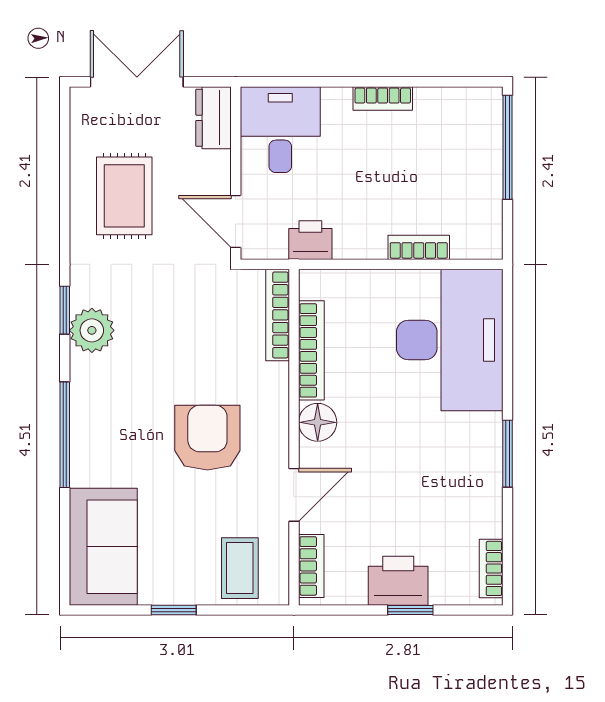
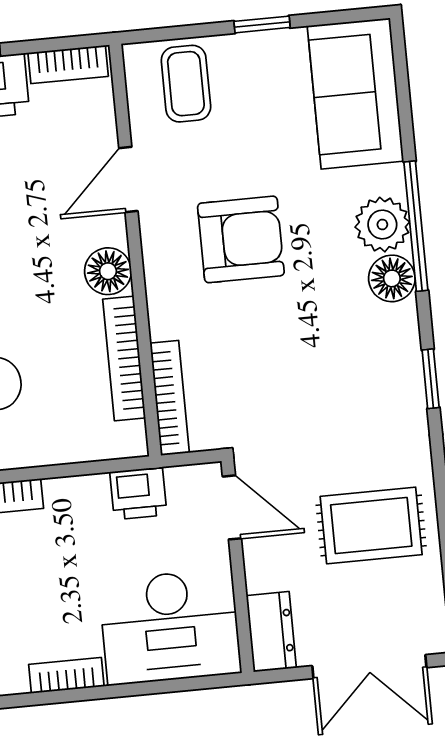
desk: (280, 130) -> (170, 627), width x1.37
rug: (124, 196) -> (371, 525), turned 90
plant: (92, 330) -> (382, 225), moved
floor lamp: (88, 394) -> (392, 278), added
armchair: (207, 438) -> (241, 239), turned -90
bookcase: (311, 566) -> (68, 65), moved, turned -90

